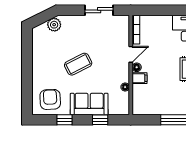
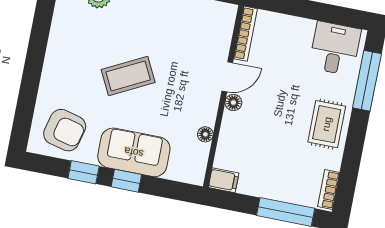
filing cabinet: (140, 78) -> (224, 180), moved
armchair: (50, 99) -> (65, 130), turned 107
window: (100, 120) -> (126, 181), moved

